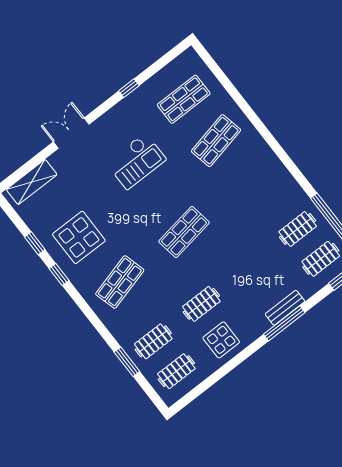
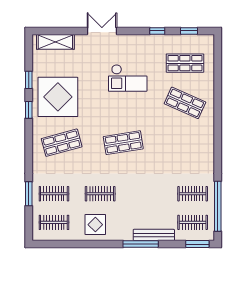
window: (162, 63) -> (189, 31), added
shop shelf: (216, 141) -> (185, 103), turned 36
display table: (79, 237) -> (58, 97), width x1.36, depth x1.36
bench: (285, 308) -> (154, 235), width x1.36

